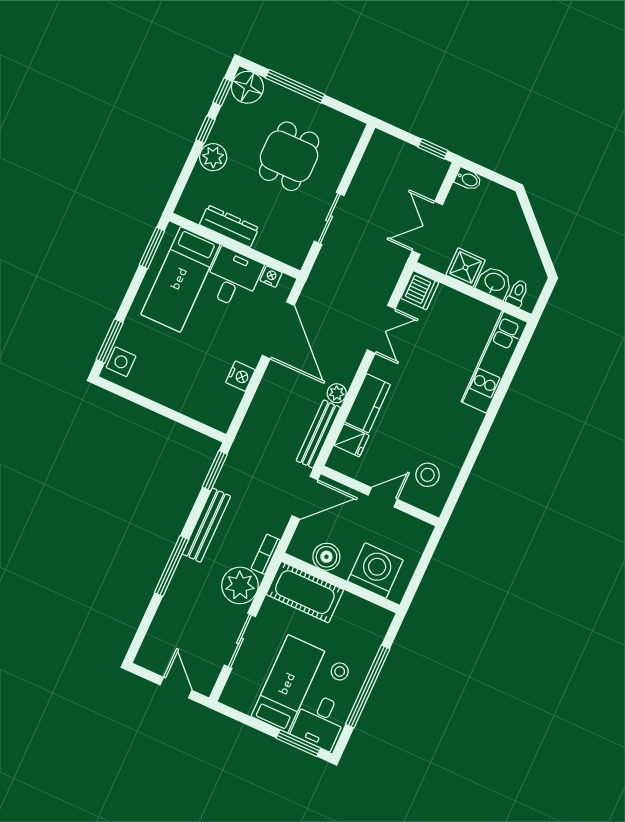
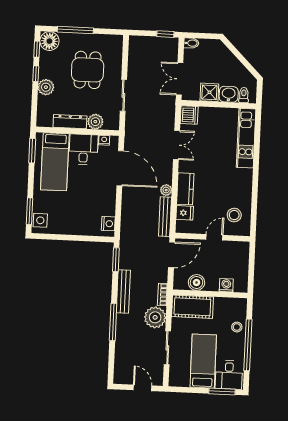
plant: (269, 242) -> (95, 122), added
nightstand: (240, 376) -> (108, 224), moved
washing machine: (375, 571) -> (226, 285), width x0.53, depth x0.53
stool: (340, 671) -> (237, 327), moved

